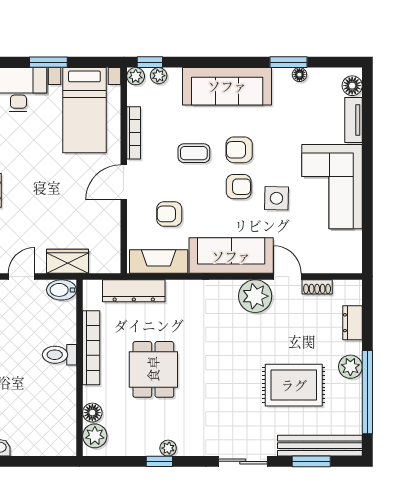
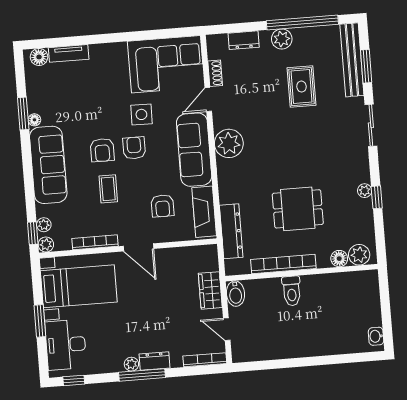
floor lamp: (299, 75) -> (34, 120), moved
corner sofa: (332, 187) -> (166, 64), moved
plant: (255, 296) -> (229, 143), moved
rug: (294, 385) -> (301, 87), width x0.73, depth x0.70

